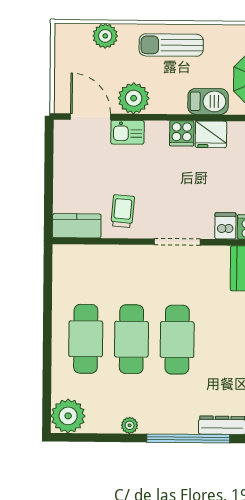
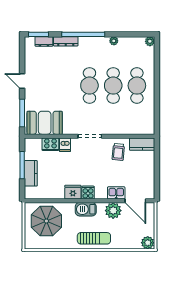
plant: (105, 36) -> (148, 243), moved
barbecue: (208, 101) -> (86, 209), moved
plant: (68, 416) -> (150, 41), width x0.53, depth x0.53

